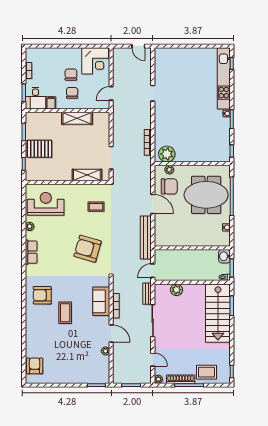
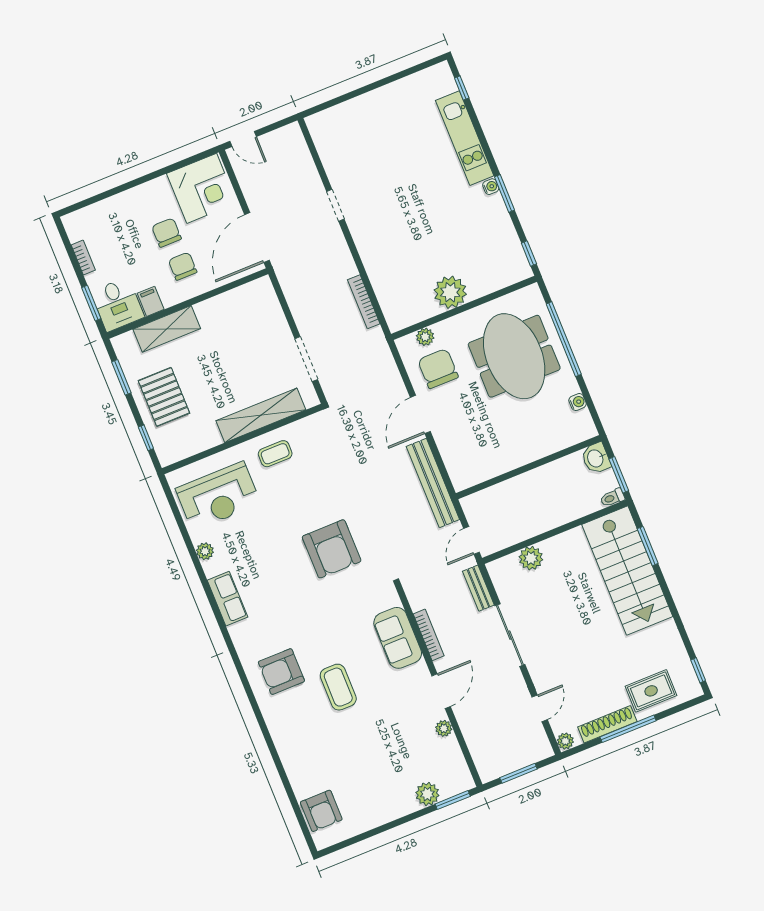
door: (138, 46) -> (243, 139), moved
kitchen unit: (224, 78) -> (465, 138), width x0.73
door: (111, 93) -> (257, 237), width x1.87
shelving: (77, 118) -> (167, 329), moved
pallet: (39, 149) -> (164, 397), turned 90
plant: (167, 154) -> (450, 292), moved
shelving: (87, 175) -> (261, 415), width x1.47
chair: (169, 186) -> (438, 369), turned -90
meeting table: (206, 195) -> (514, 356), turned 90
reception desk: (46, 204) -> (218, 496), turned 180
door: (153, 204) -> (420, 414), swing flipped
coffee table: (96, 207) -> (275, 454), moved
armchair: (88, 249) -> (332, 549), turned -106
door: (111, 334) -> (441, 691), hinge flipped
door: (153, 360) -> (540, 708), hinge flipped
armchair: (35, 366) -> (321, 811), turned 180
plant: (86, 378) -> (427, 794), added

